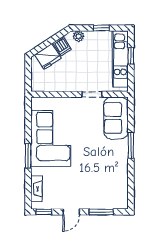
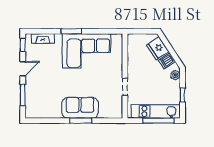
window: (131, 56) -> (159, 121), width x2.17
sofa: (116, 118) -> (80, 108), moved
door: (71, 212) -> (23, 69), swing flipped

